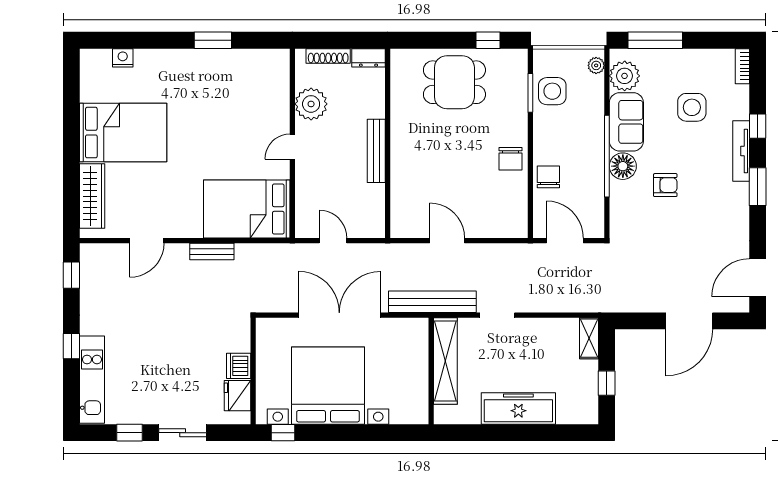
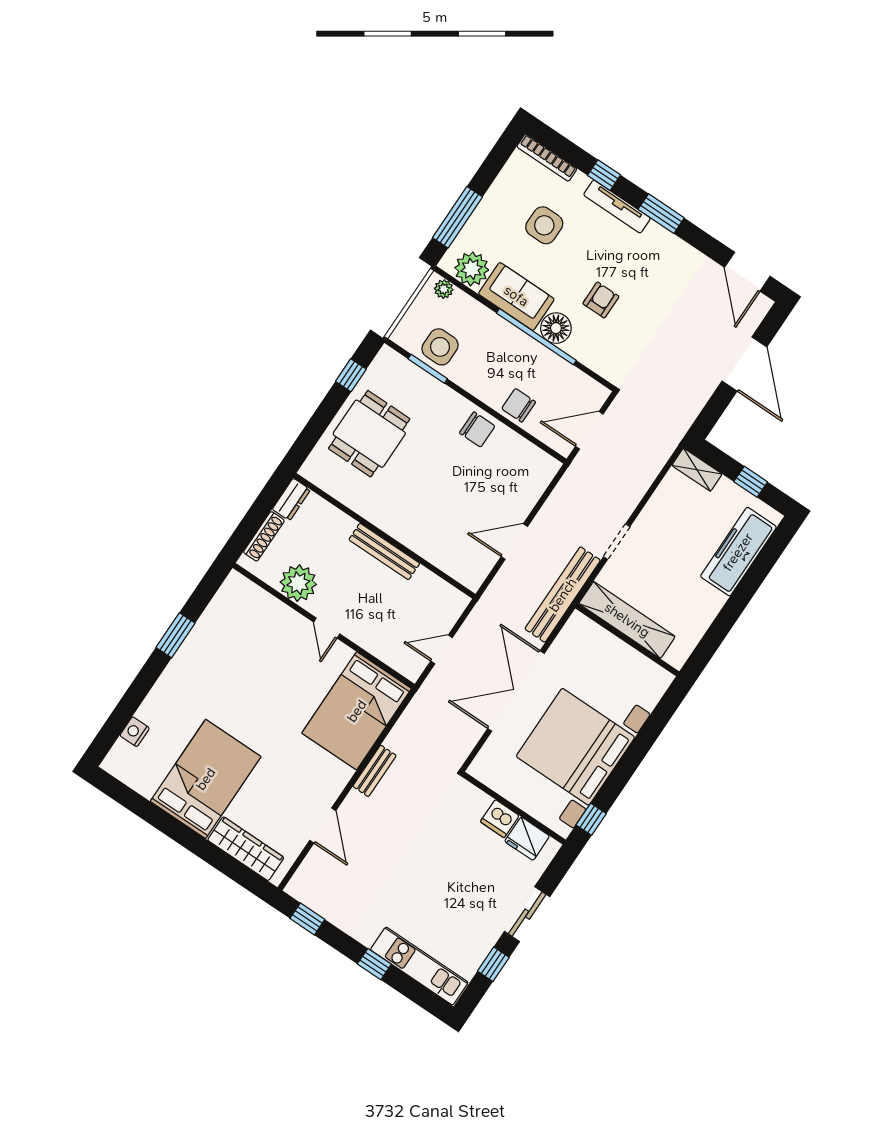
bookcase: (742, 66) -> (547, 158), width x1.56
freezer: (518, 409) -> (738, 552), moved

